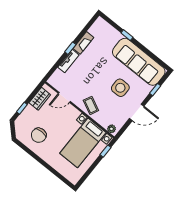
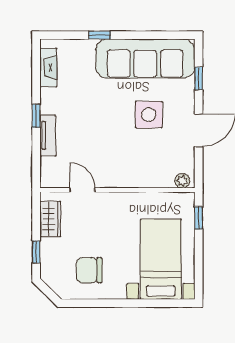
fireplace: (83, 43) -> (48, 68), moved
door: (64, 97) -> (82, 190), swing flipped
coffee table: (91, 105) -> (128, 171), removed
chair: (39, 135) -> (89, 270), turned 90
bed with nightstands: (83, 143) -> (161, 259), moved, turned 180

